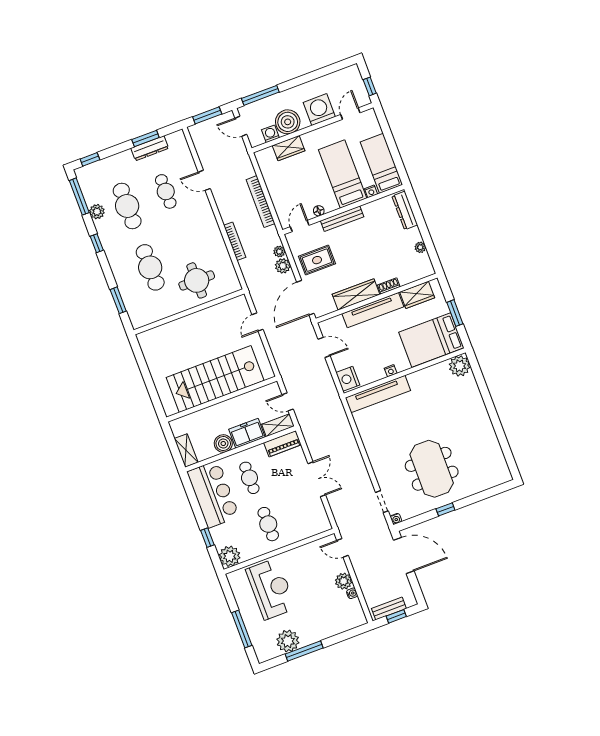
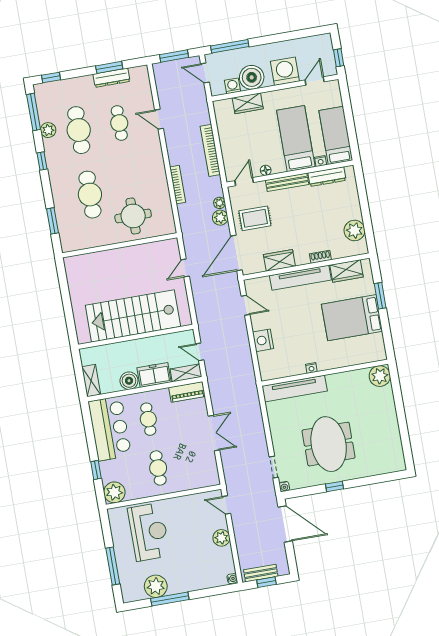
dresser: (405, 210) -> (327, 177), moved, turned -90
plant: (420, 247) -> (354, 230), width x1.88, depth x1.88
wardrobe: (356, 294) -> (279, 260), width x0.67
plant: (460, 366) -> (380, 376), moved
nightstand: (391, 371) -> (311, 368), moved
wall: (405, 373) -> (325, 373), moved
tv unit: (378, 394) -> (295, 389), moved
water cooler: (352, 593) -> (232, 579), moved

